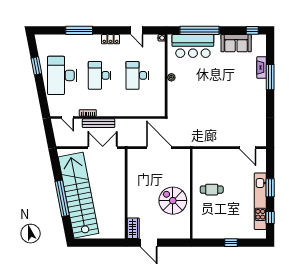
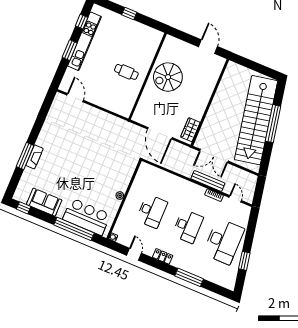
fireplace: (262, 67) -> (34, 157), moved
spiral stairs: (173, 201) -> (168, 77), turned 90
wardrobe: (133, 228) -> (190, 130), moved

